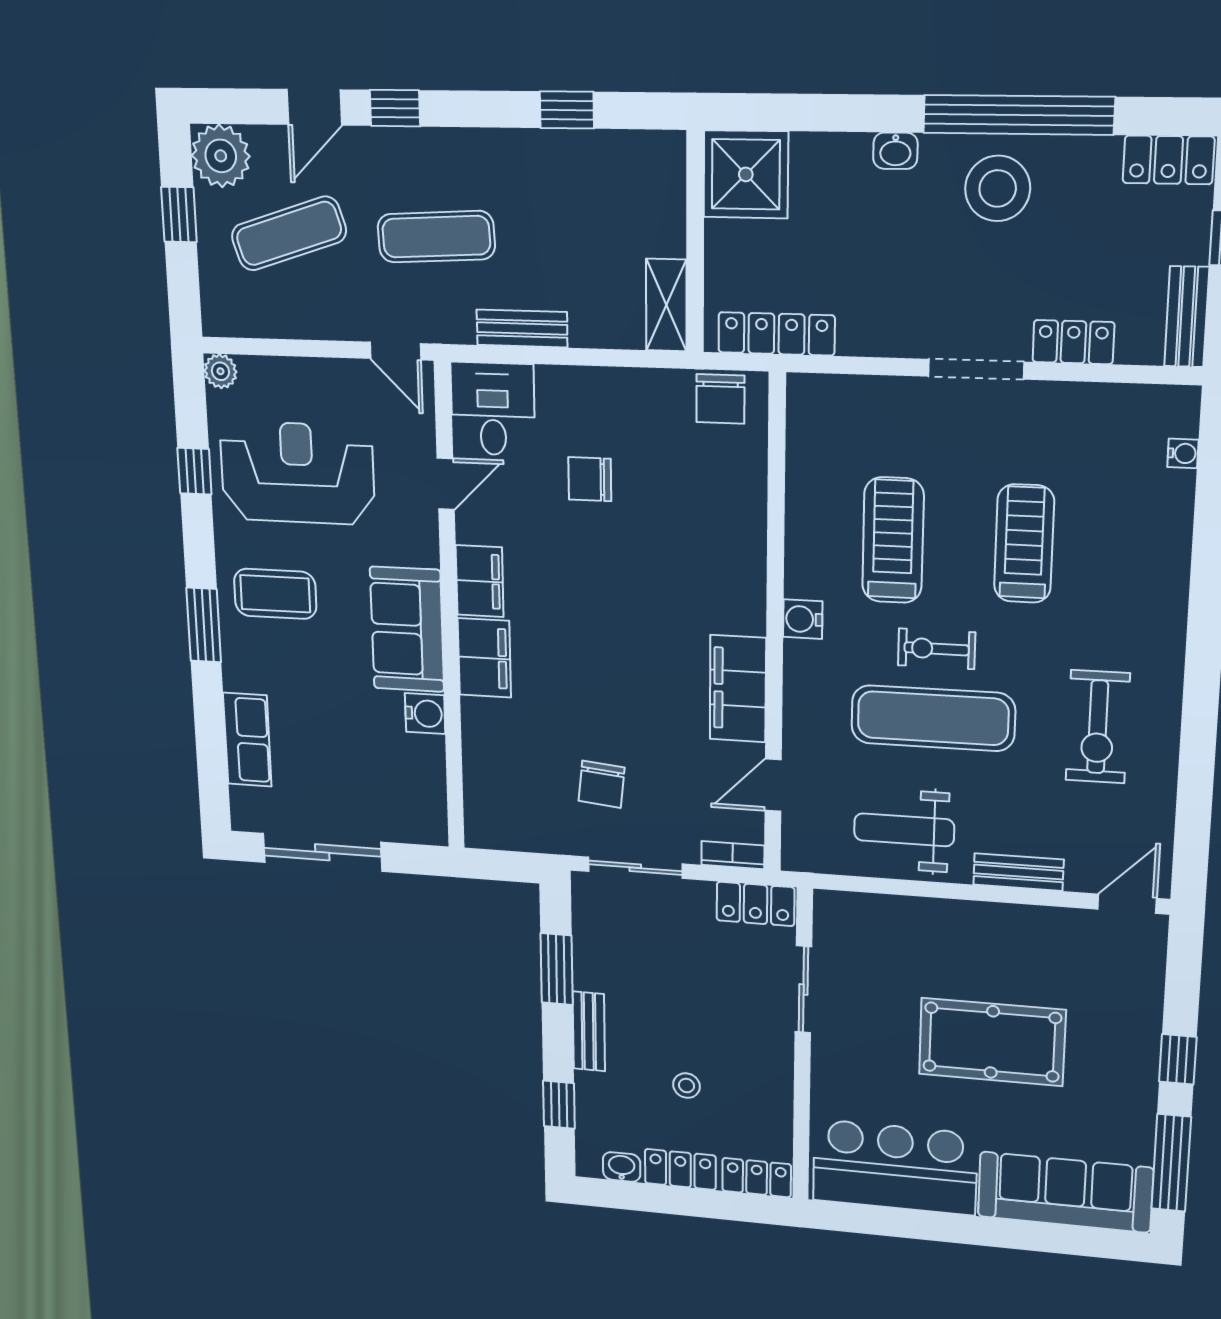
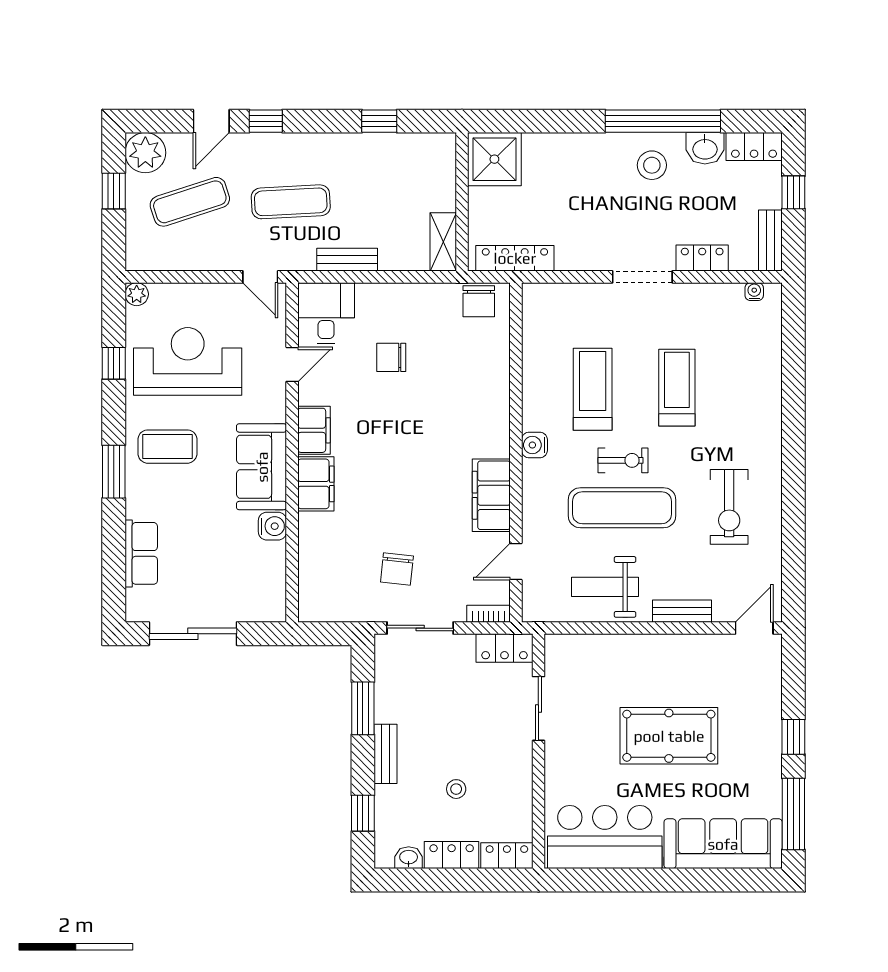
washbasin: (895, 151) -> (705, 148), moved, width x1.38, depth x1.45
stool: (998, 188) -> (652, 165), width x0.73, depth x0.73
water cooler: (1183, 453) -> (754, 292), moved, turned -90
exercise bike: (937, 649) -> (623, 460), turned 180

